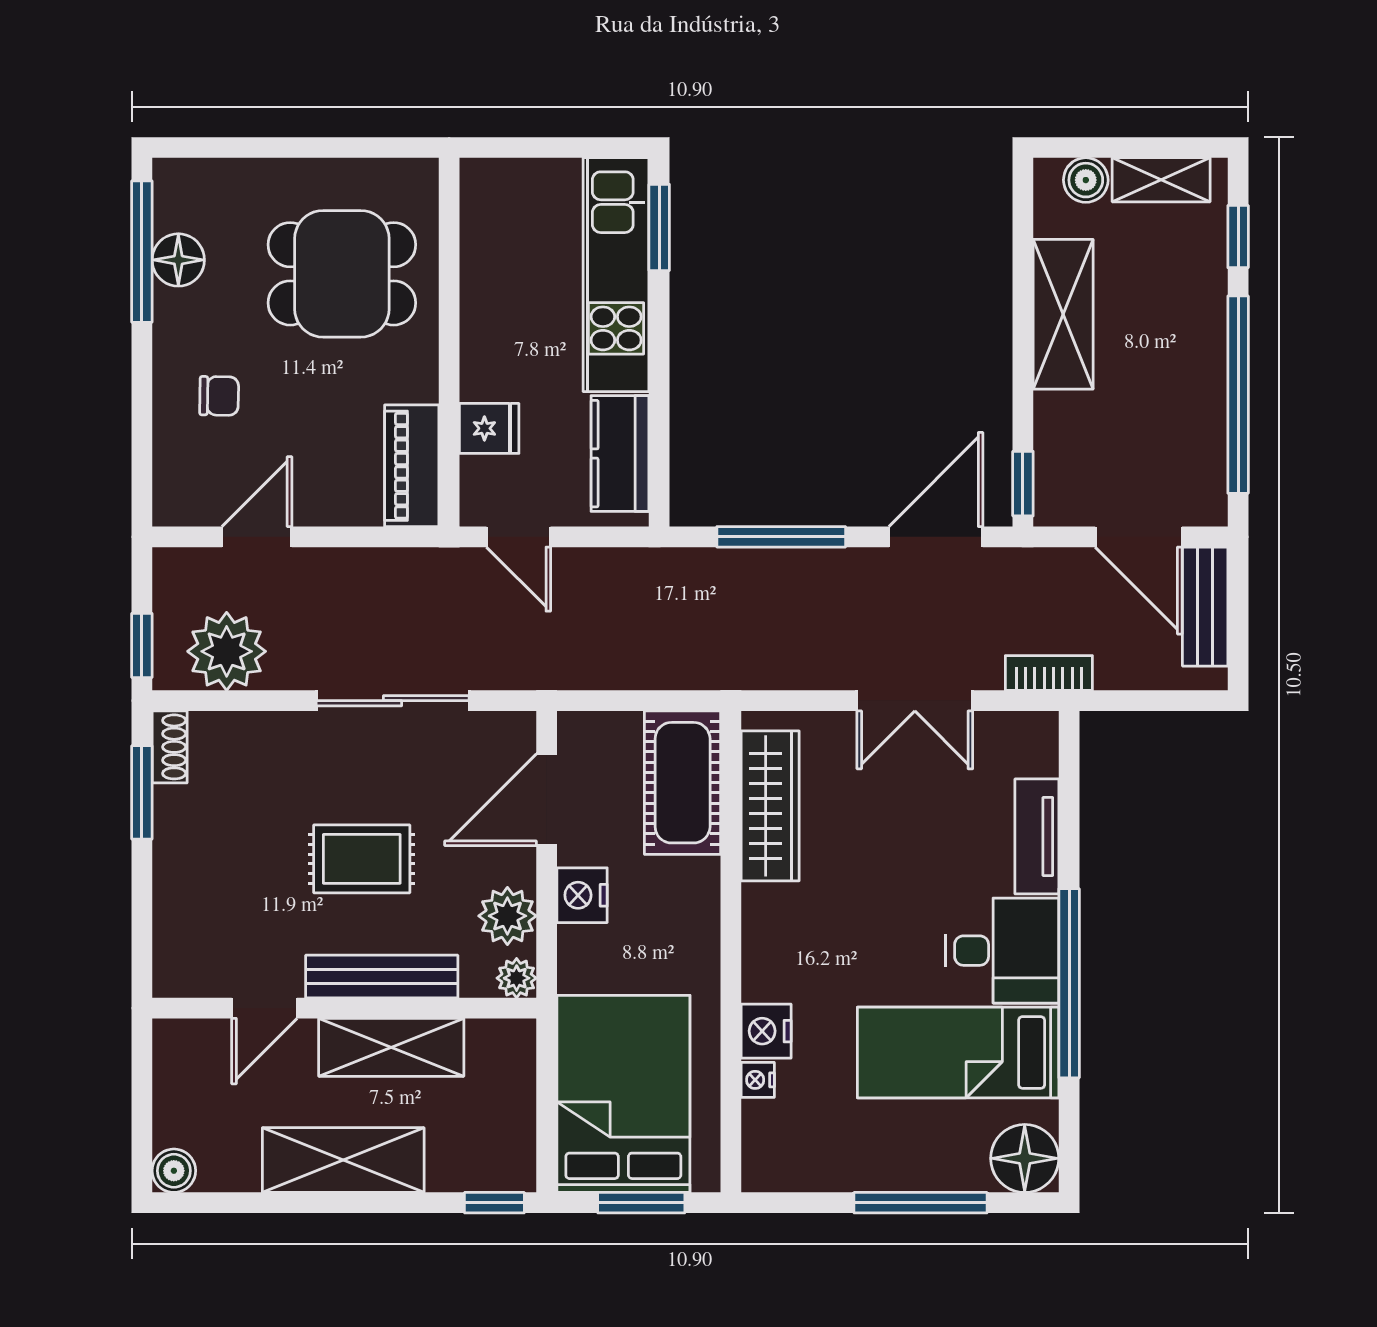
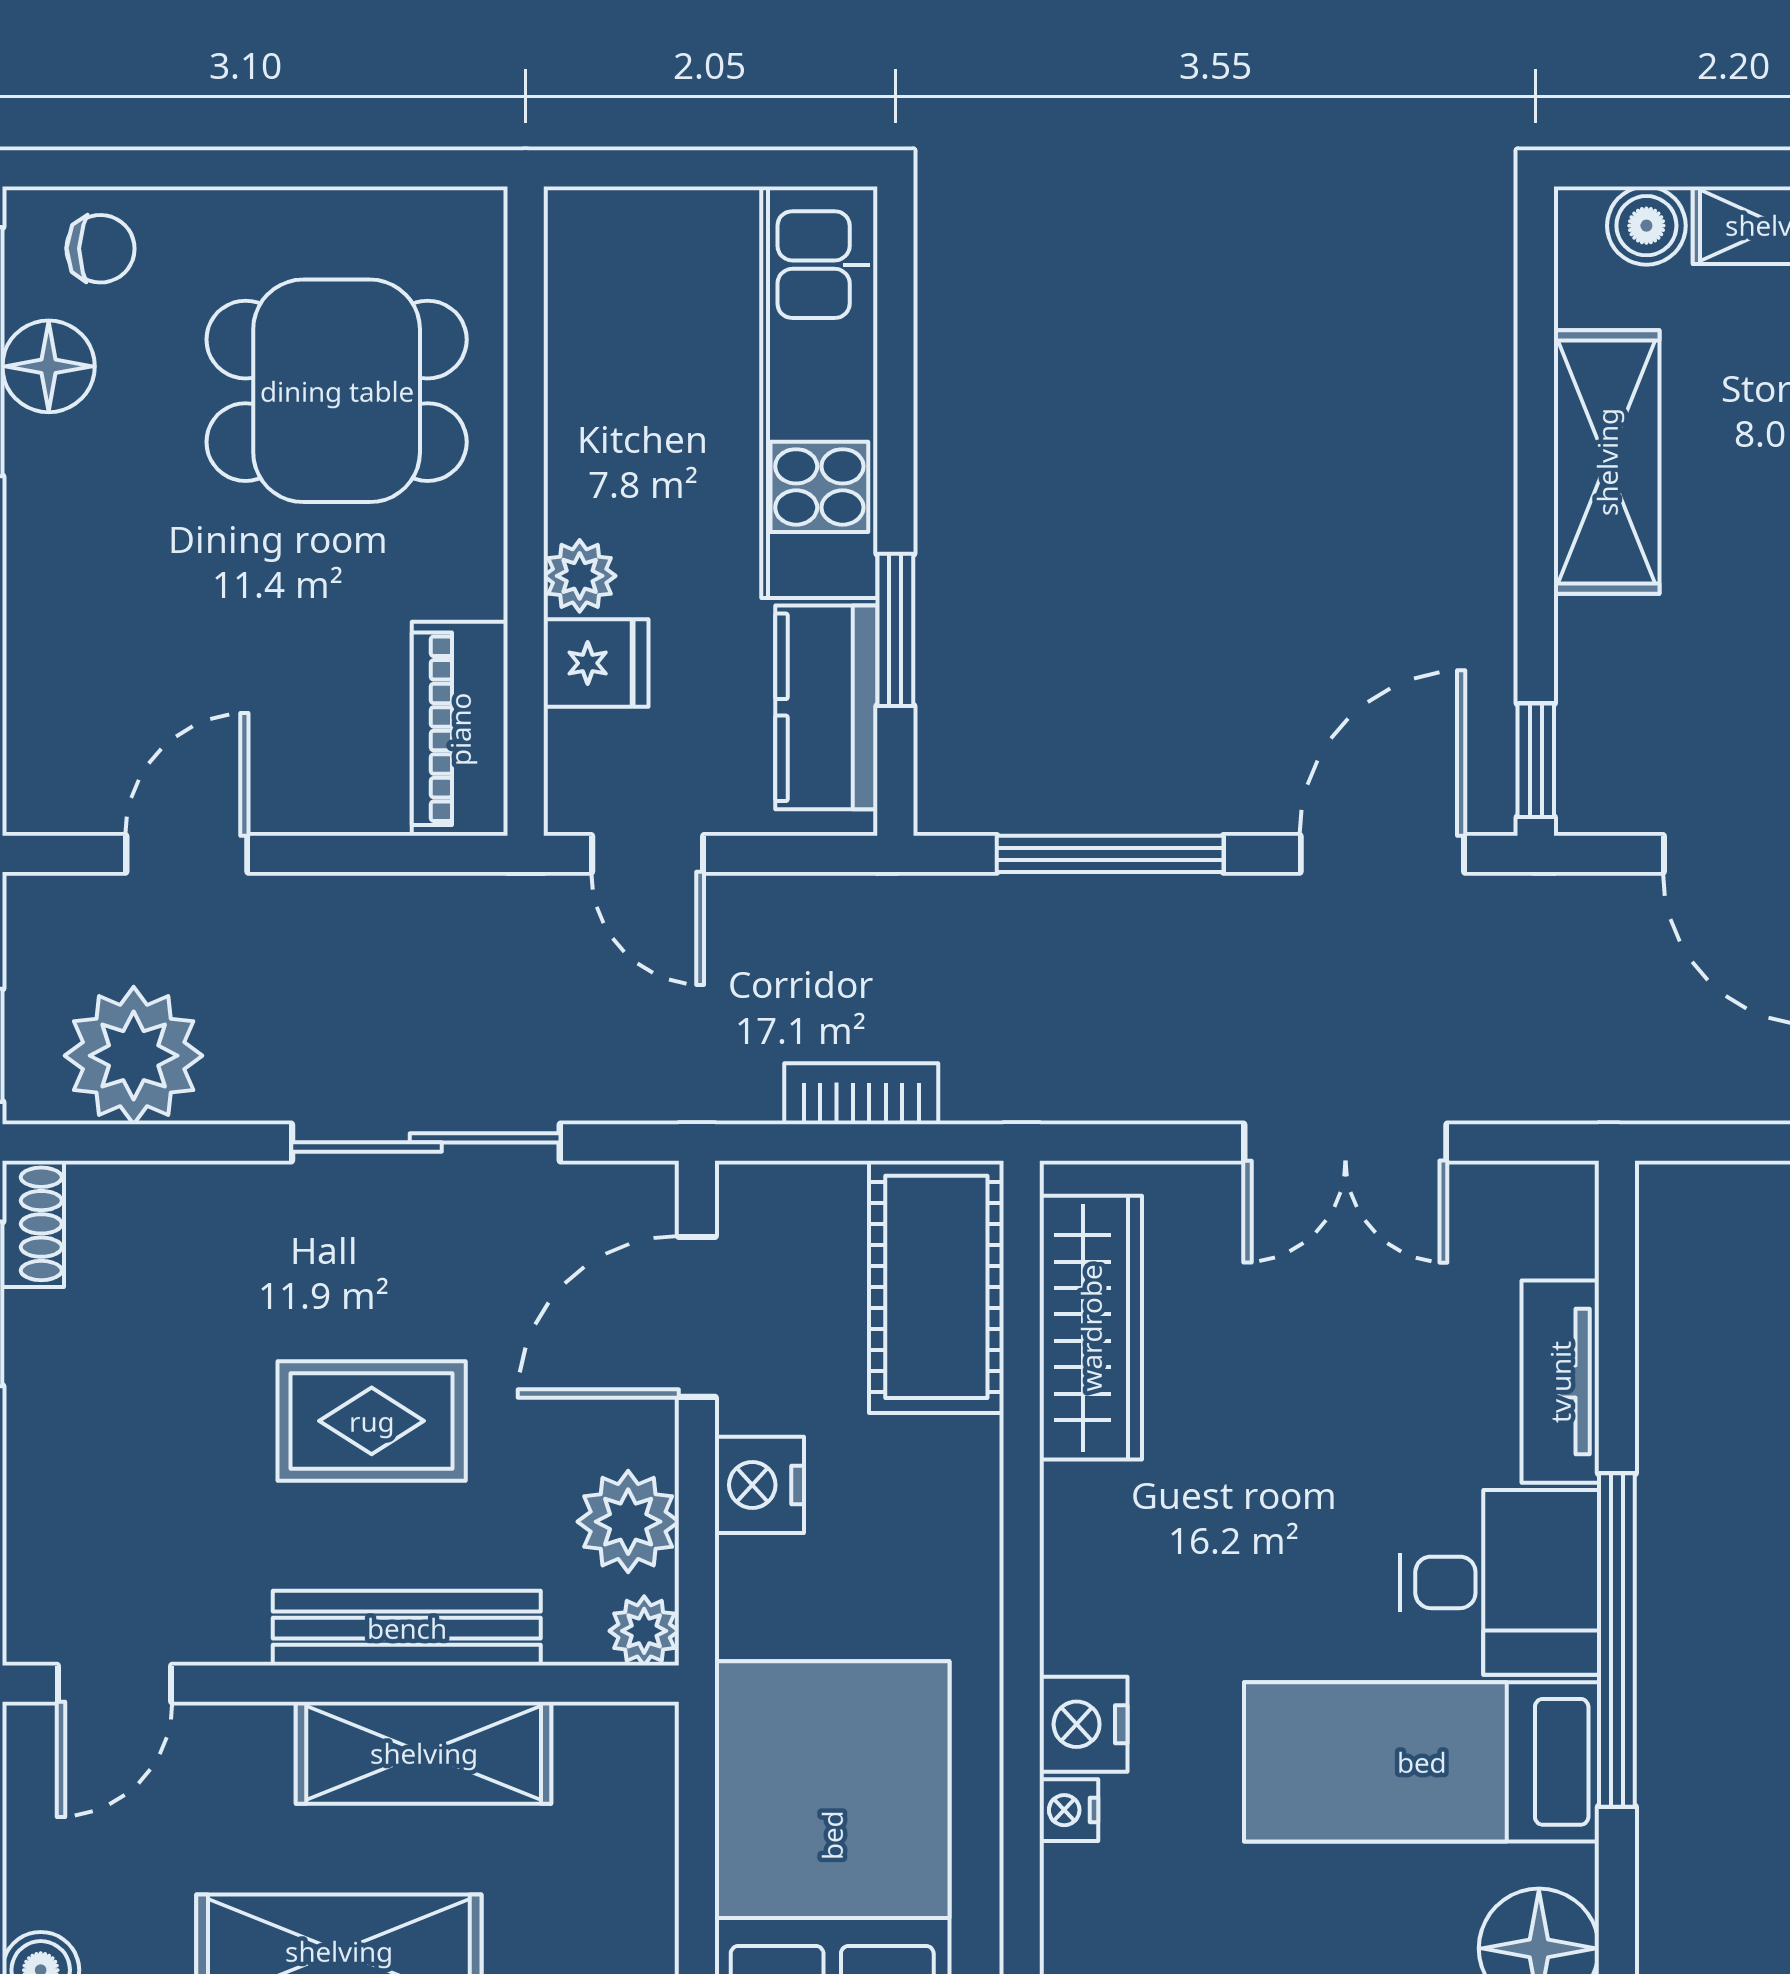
window: (659, 227) -> (895, 630), moved
plant: (480, 379) -> (580, 576), added
chair: (219, 396) -> (101, 249), moved
bookcase: (1049, 673) -> (861, 1094), moved
door: (264, 1008) -> (115, 1684), moved

